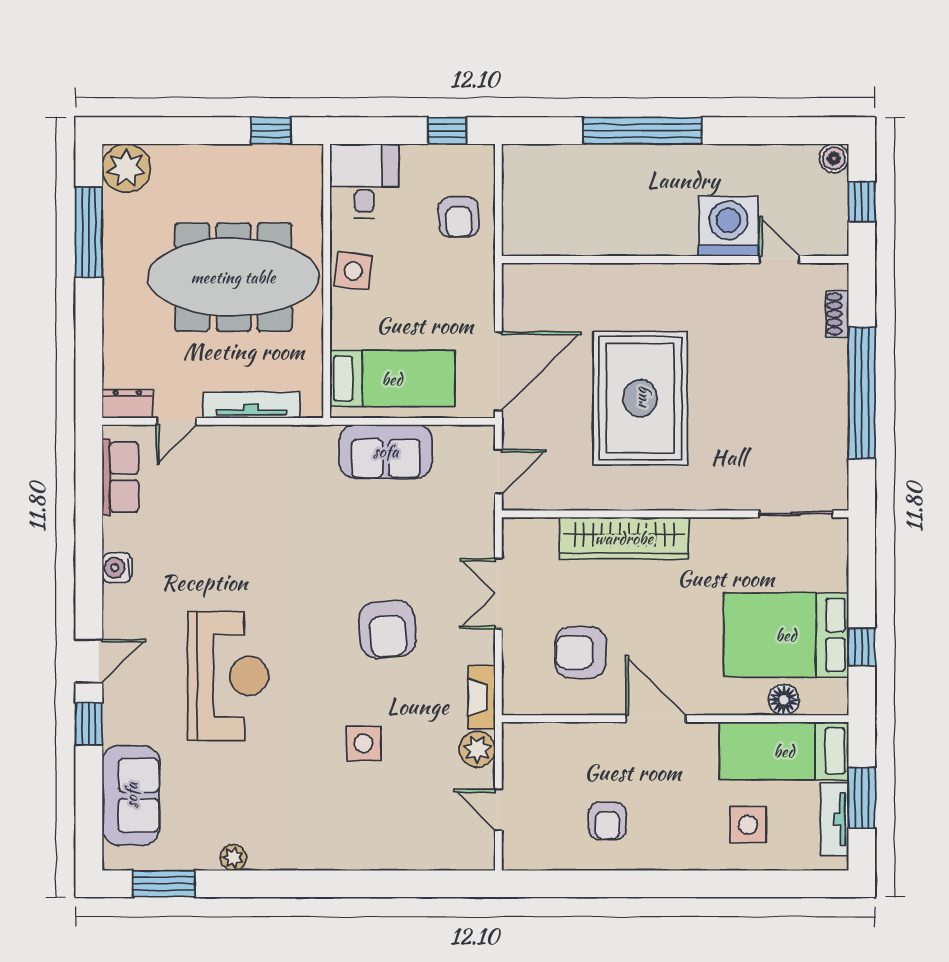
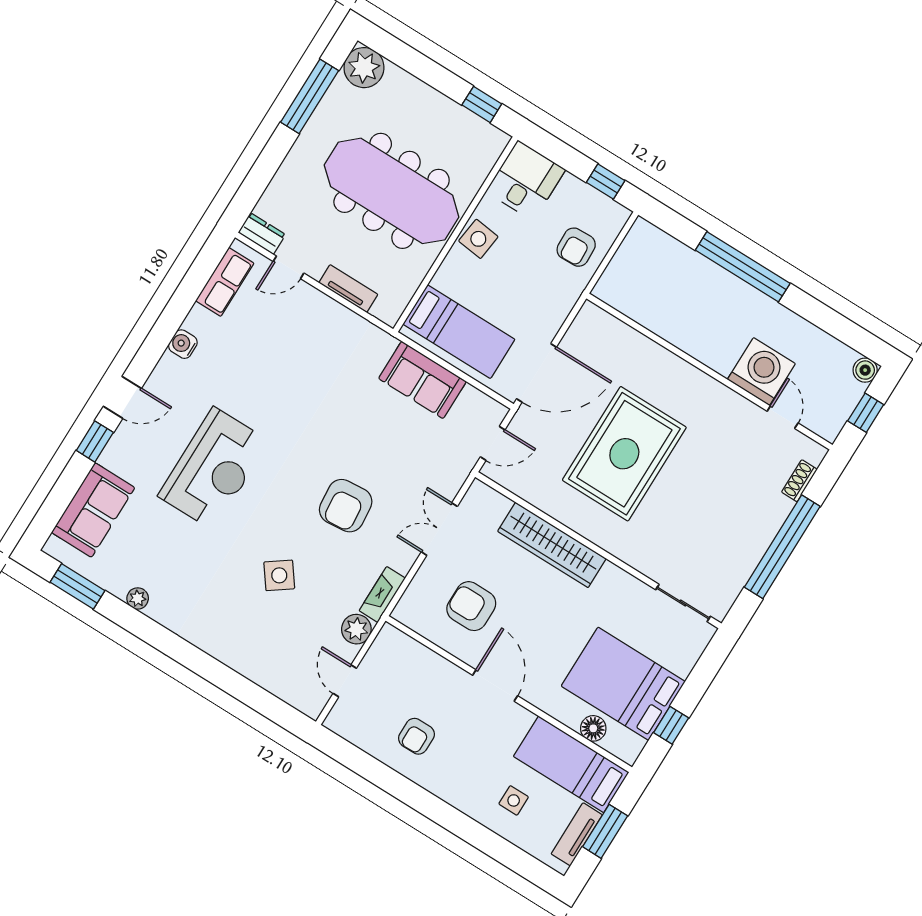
tv unit: (251, 405) -> (348, 289), width x0.71
side table: (364, 743) -> (279, 575), turned -36
side table: (748, 825) -> (514, 800), width x0.73, depth x0.73

